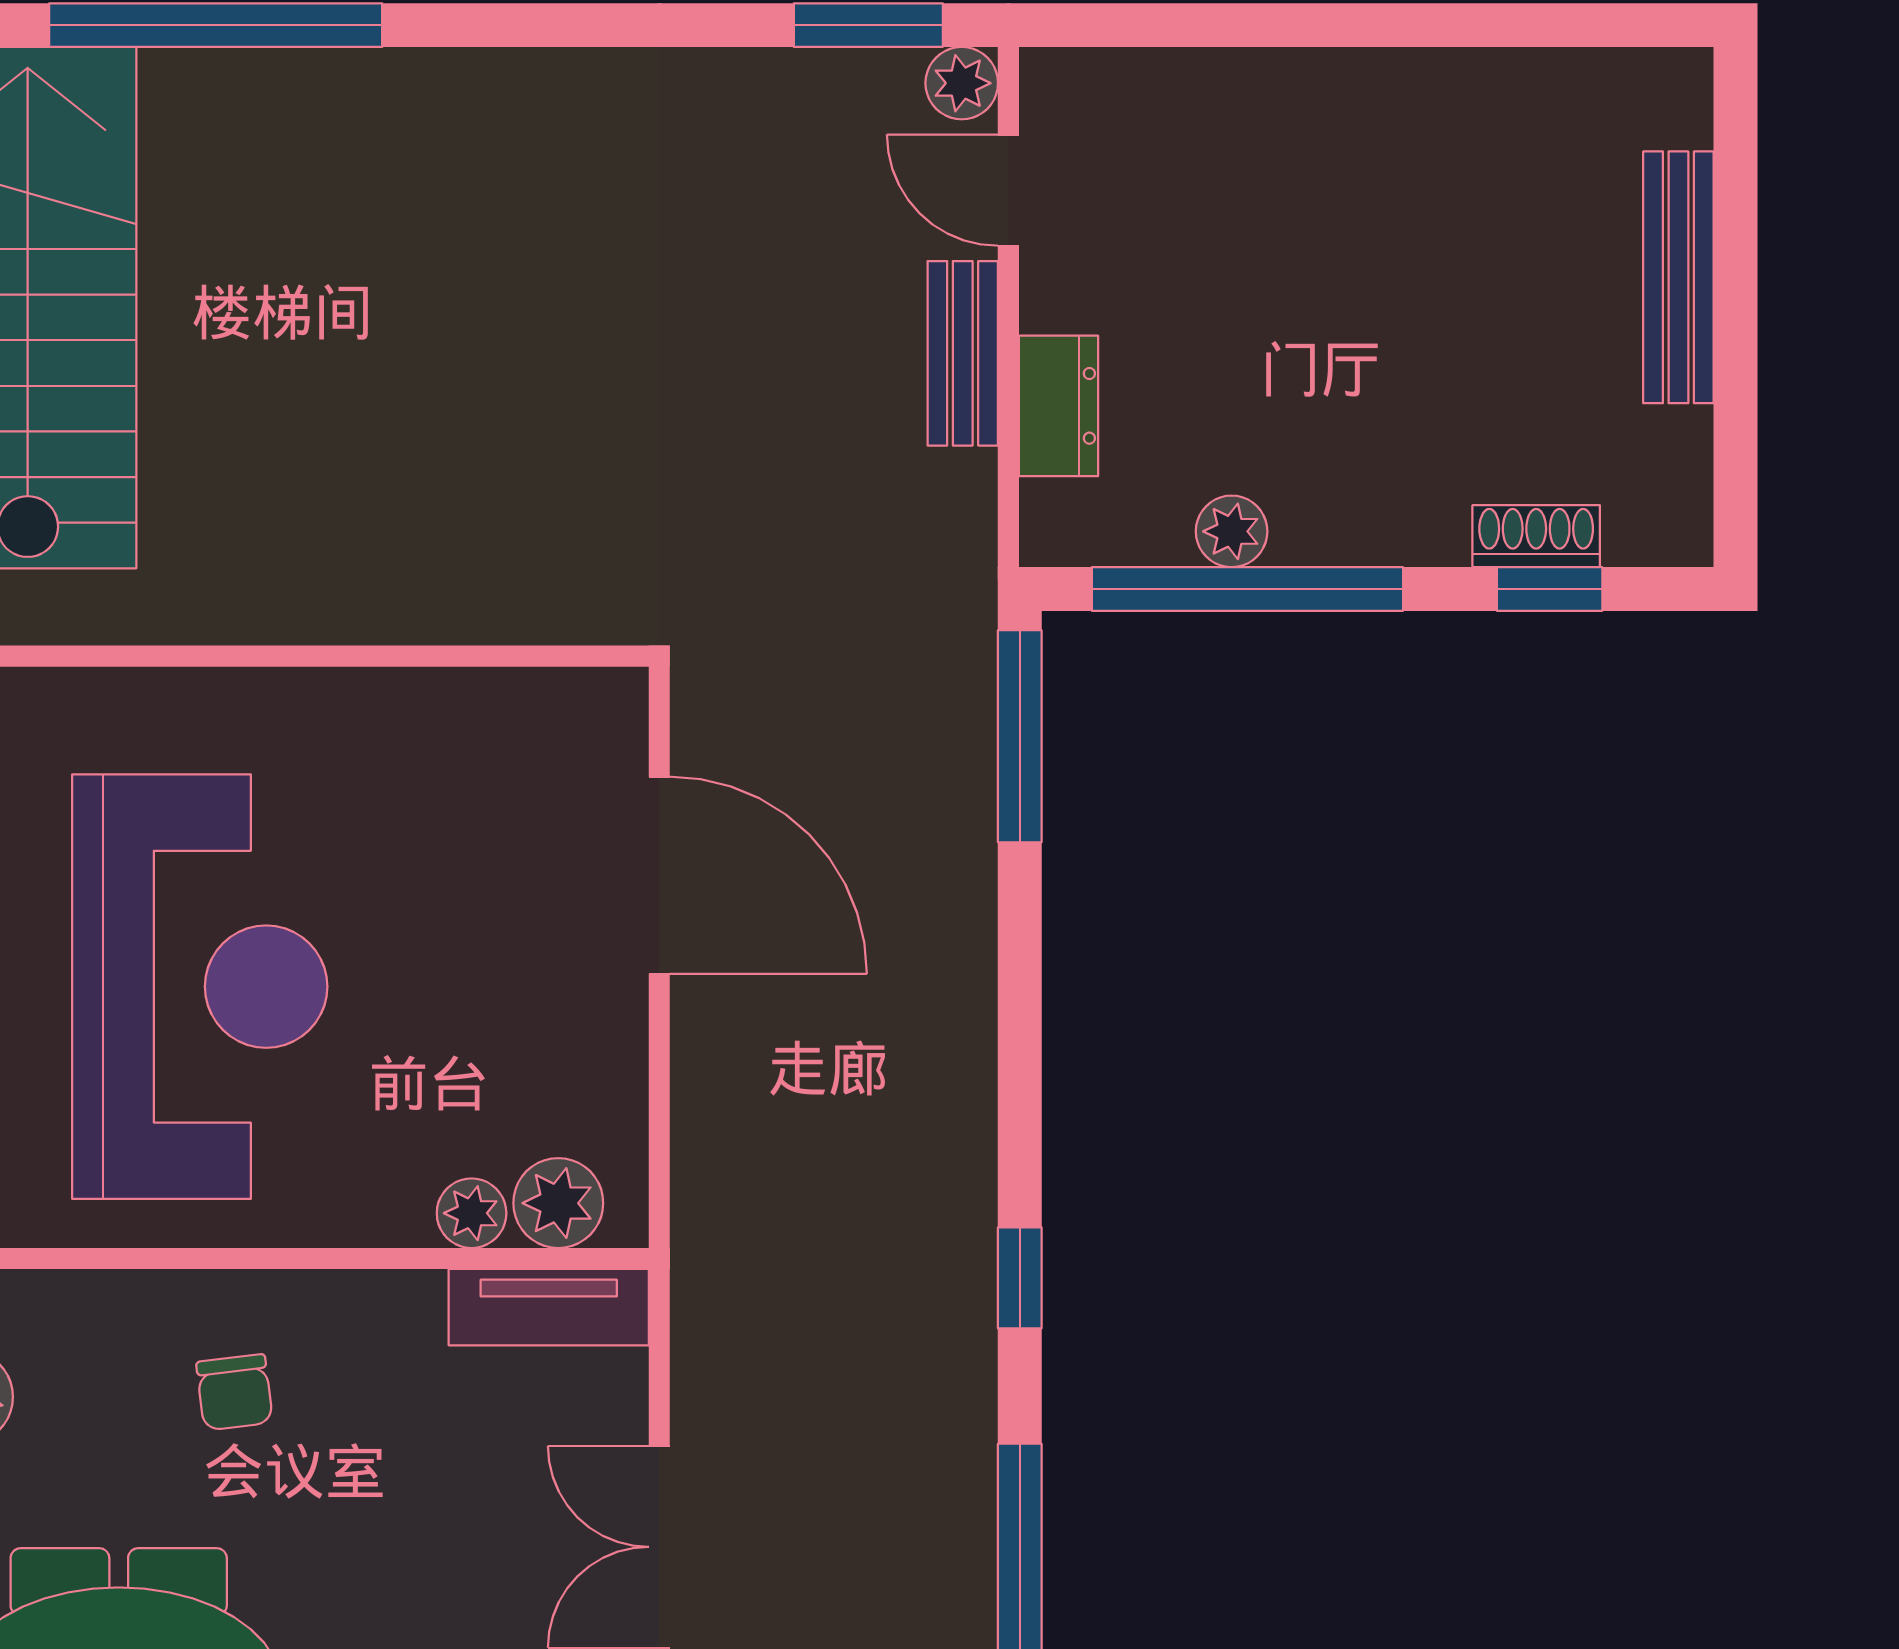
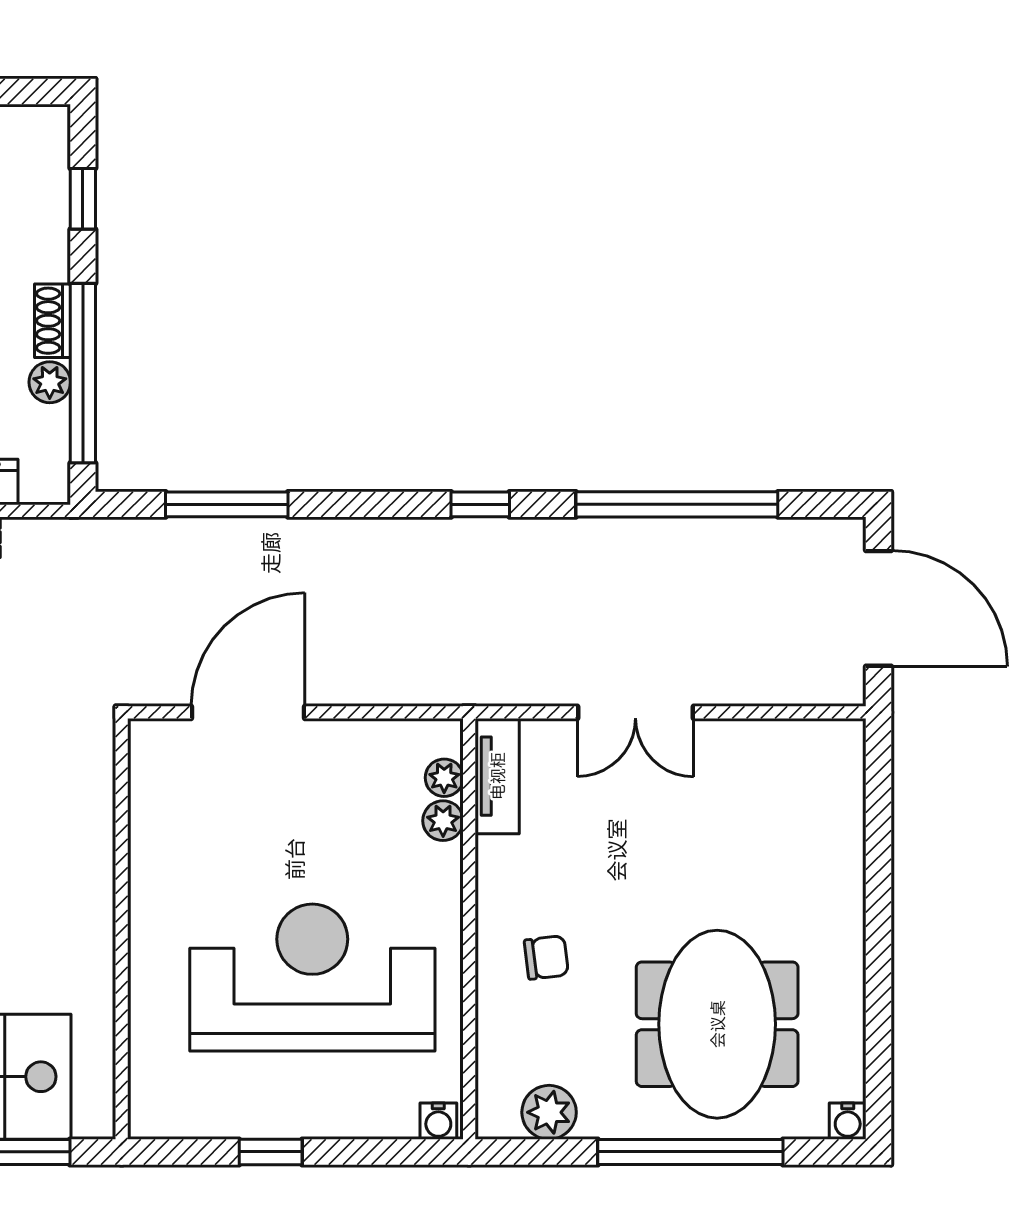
shoe rack: (1536, 536) -> (52, 321), moved
window: (1020, 736) -> (227, 504), moved
plant: (558, 1203) -> (444, 778), width x0.73, depth x0.73

